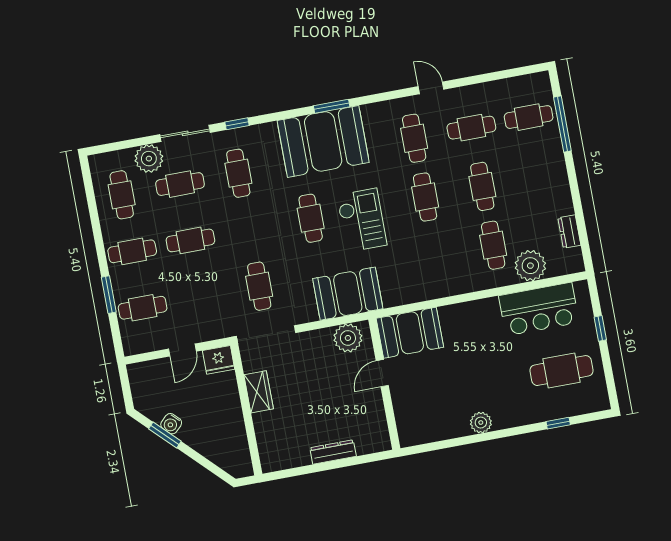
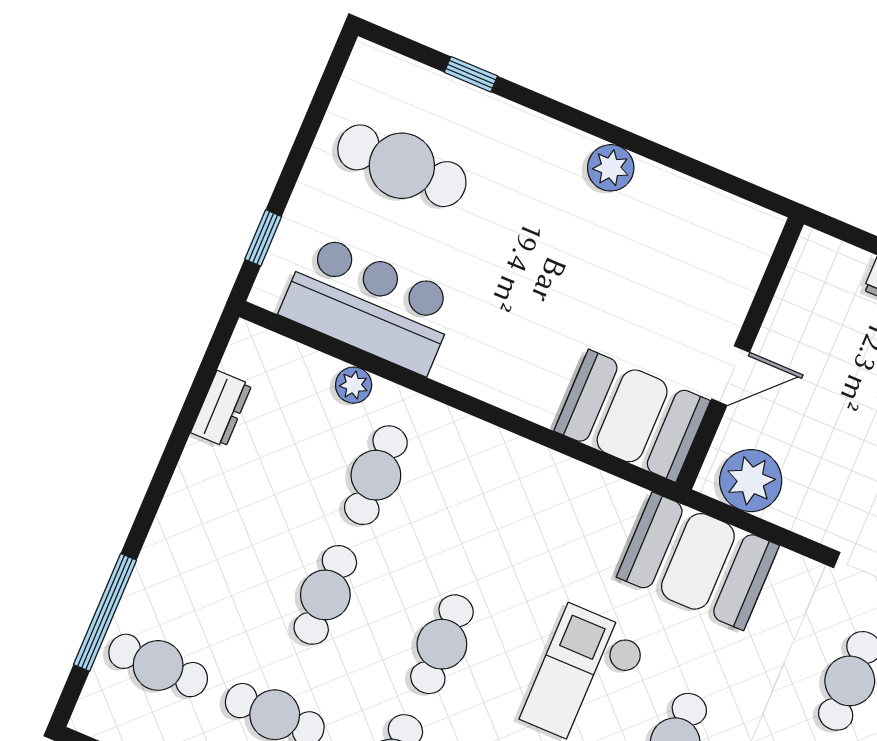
plant: (530, 266) -> (354, 385), width x0.53, depth x0.53
window: (600, 328) -> (263, 238), moved

